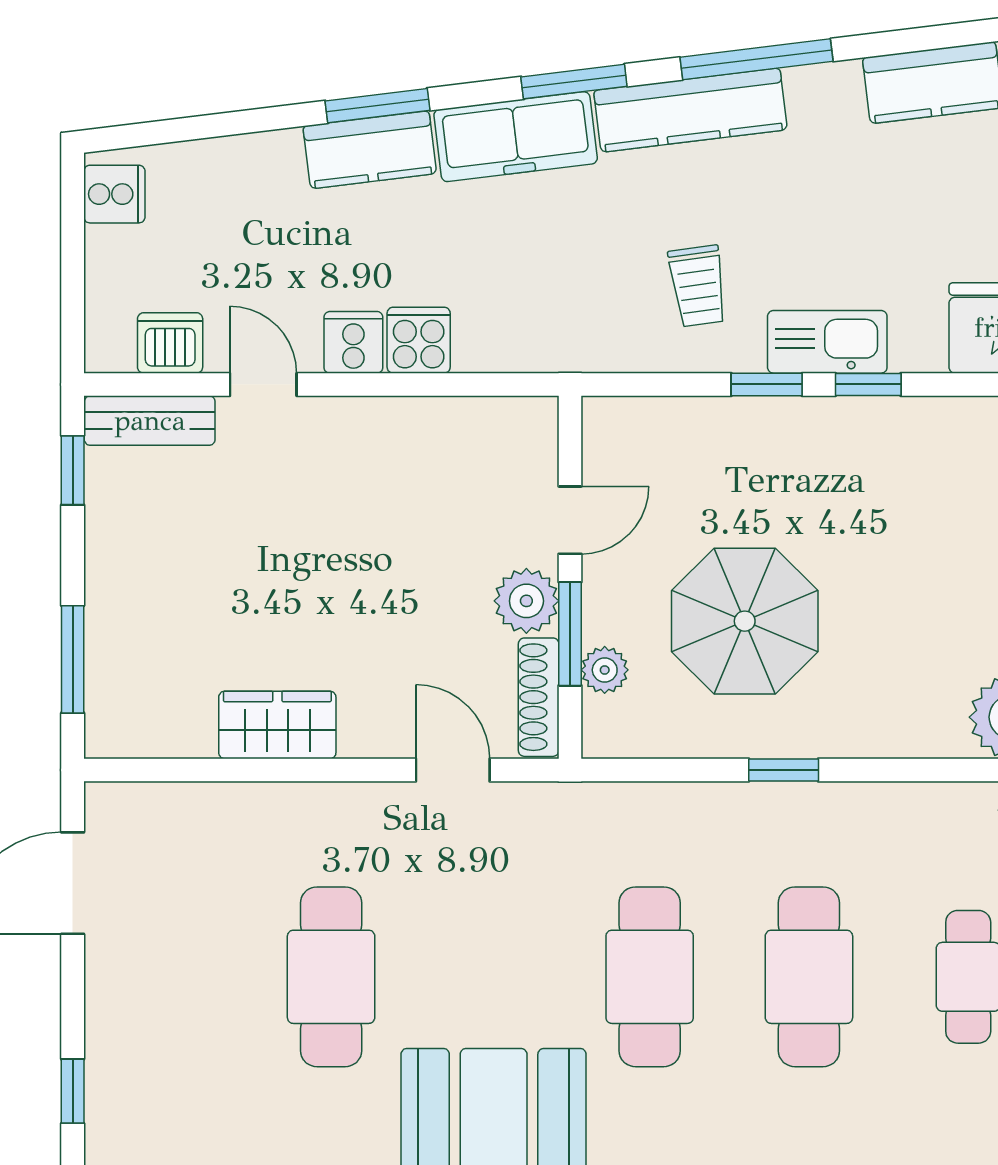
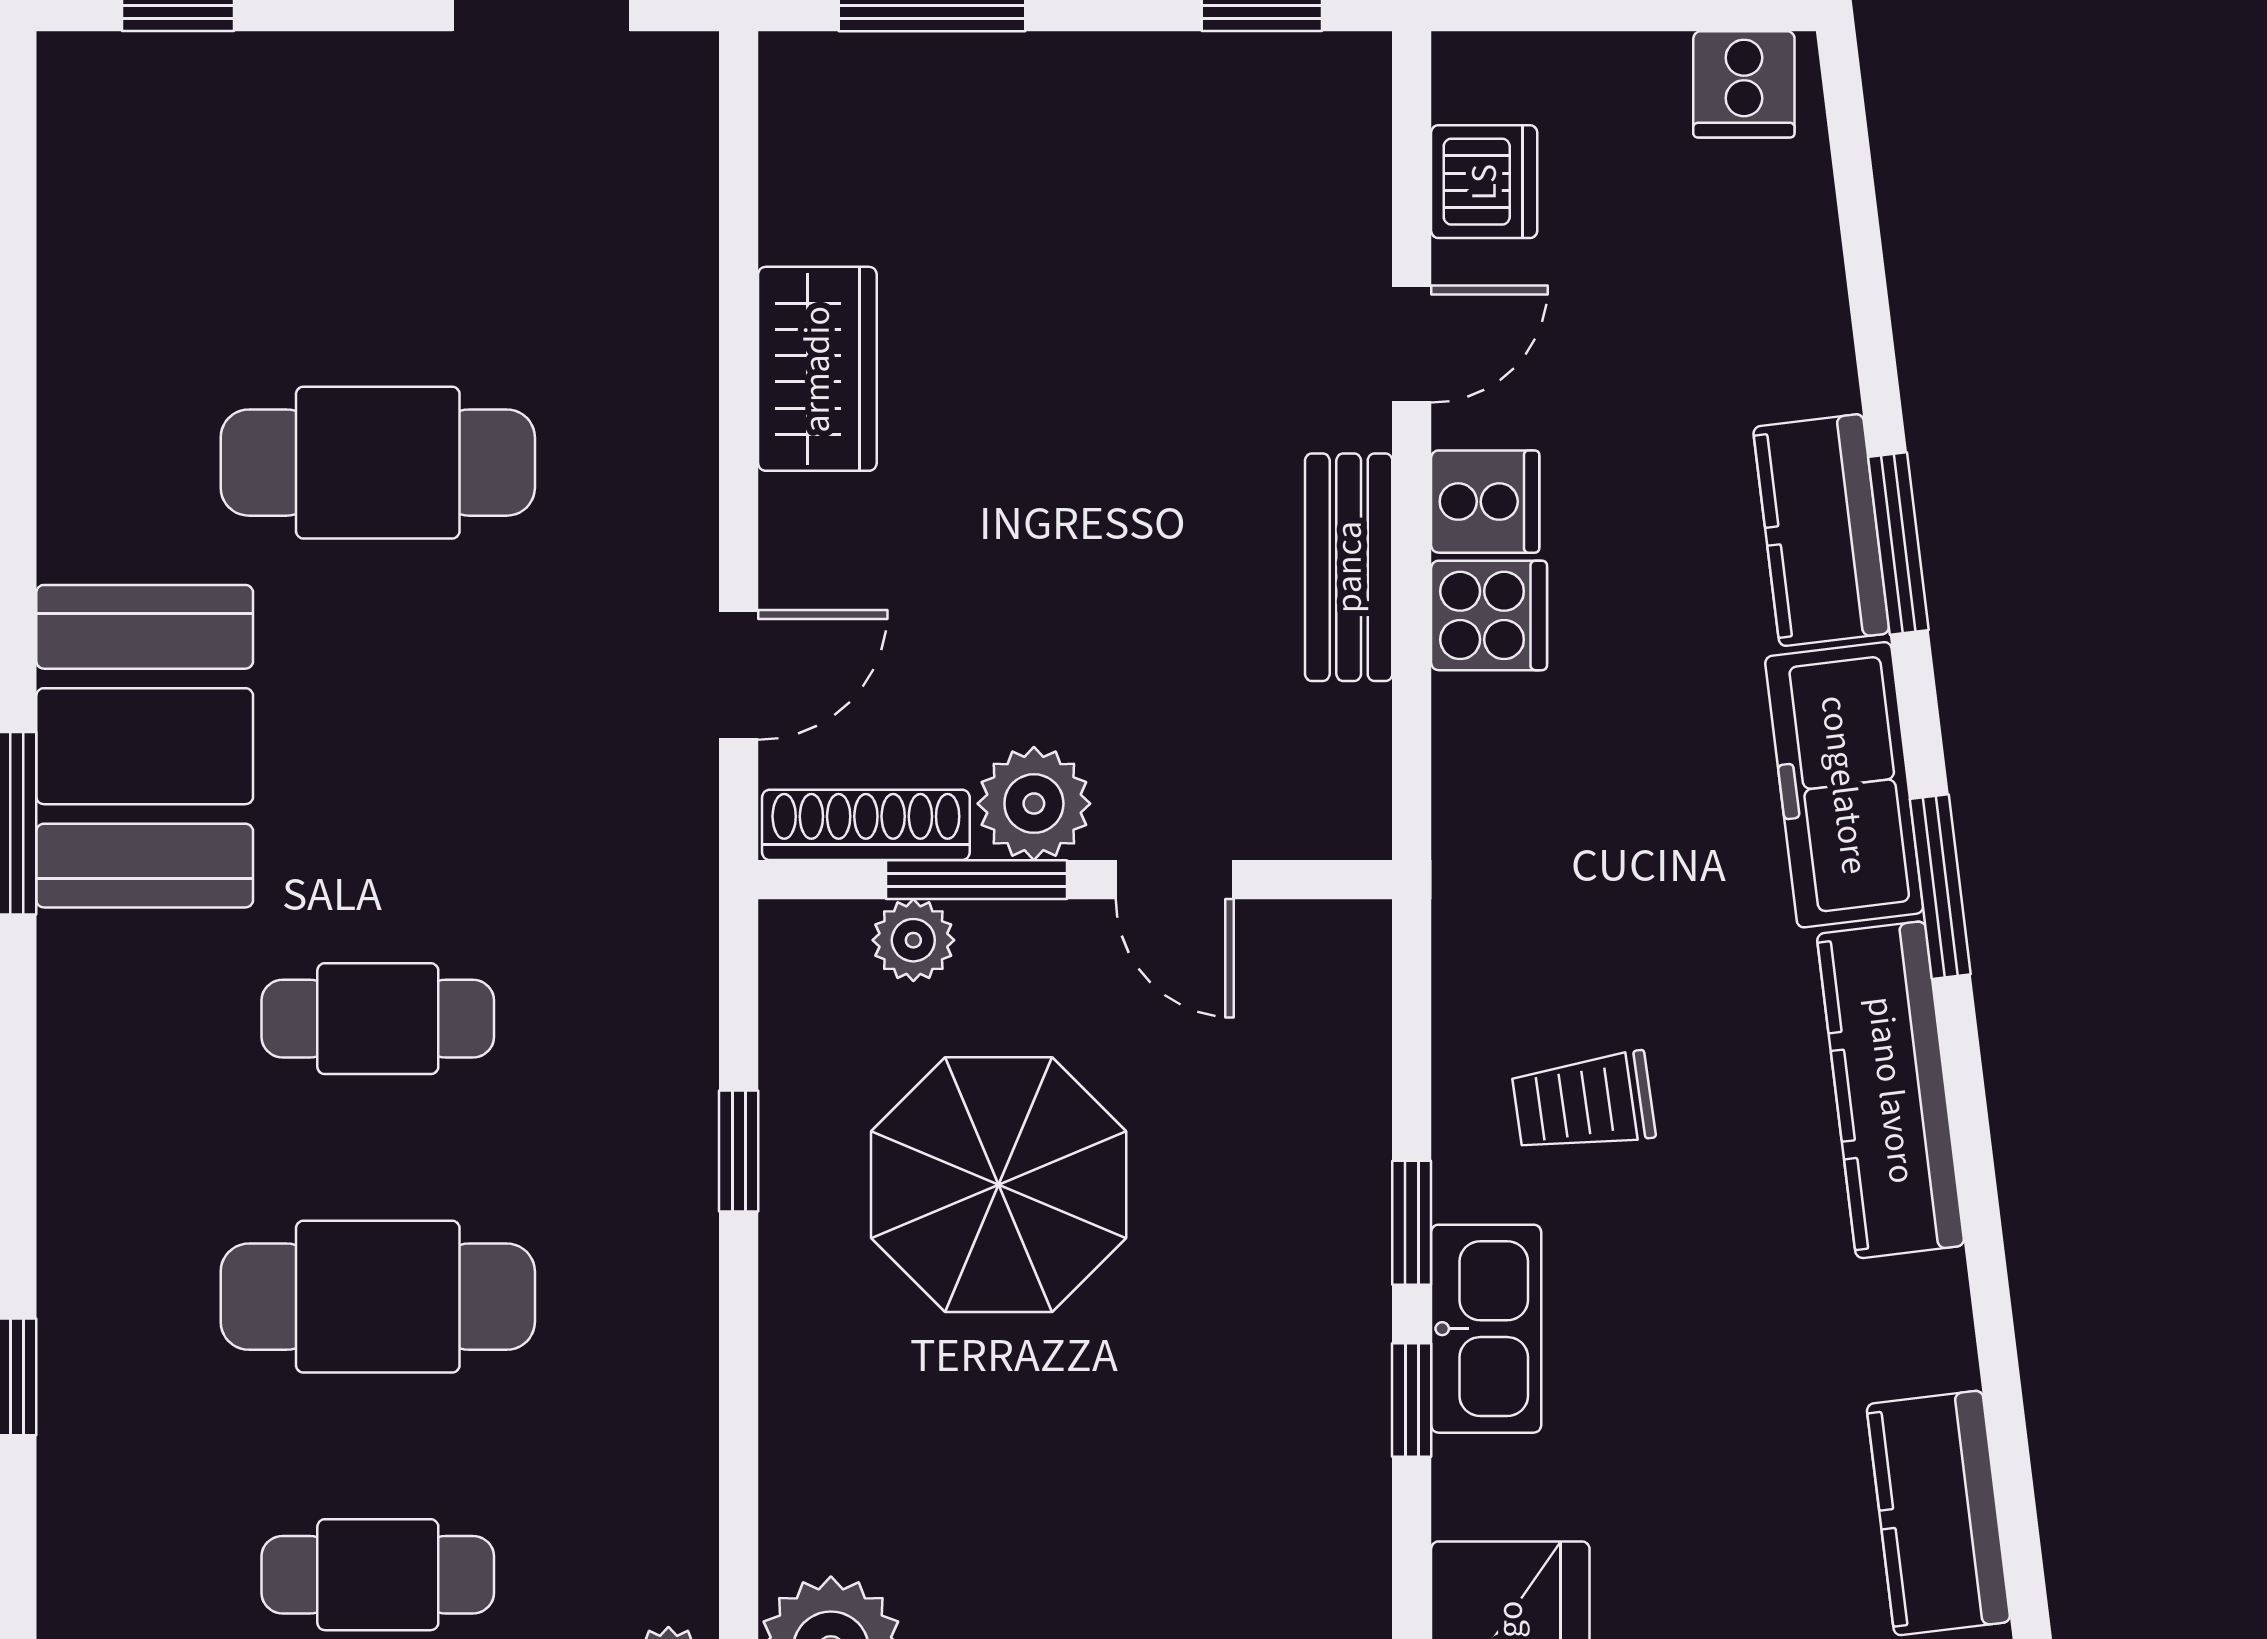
window: (757, 59) -> (1979, 1205), removed
bench: (150, 421) -> (1349, 567), moved
window: (784, 770) -> (739, 1151), moved
cafe table: (650, 977) -> (378, 1019), width x0.73, depth x0.74

